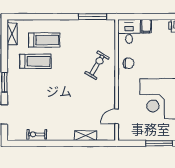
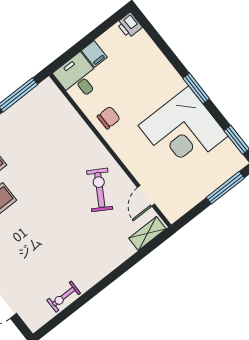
exercise bike: (97, 65) -> (100, 190), moved
shelving: (86, 136) -> (147, 233), moved

